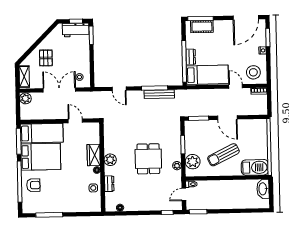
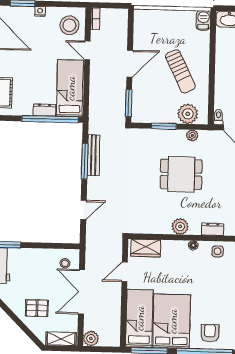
door: (236, 86) -> (87, 50), hinge flipped
wardrobe: (94, 155) -> (146, 248), moved
barbecue: (255, 167) -> (203, 20), width x0.53, depth x0.65

